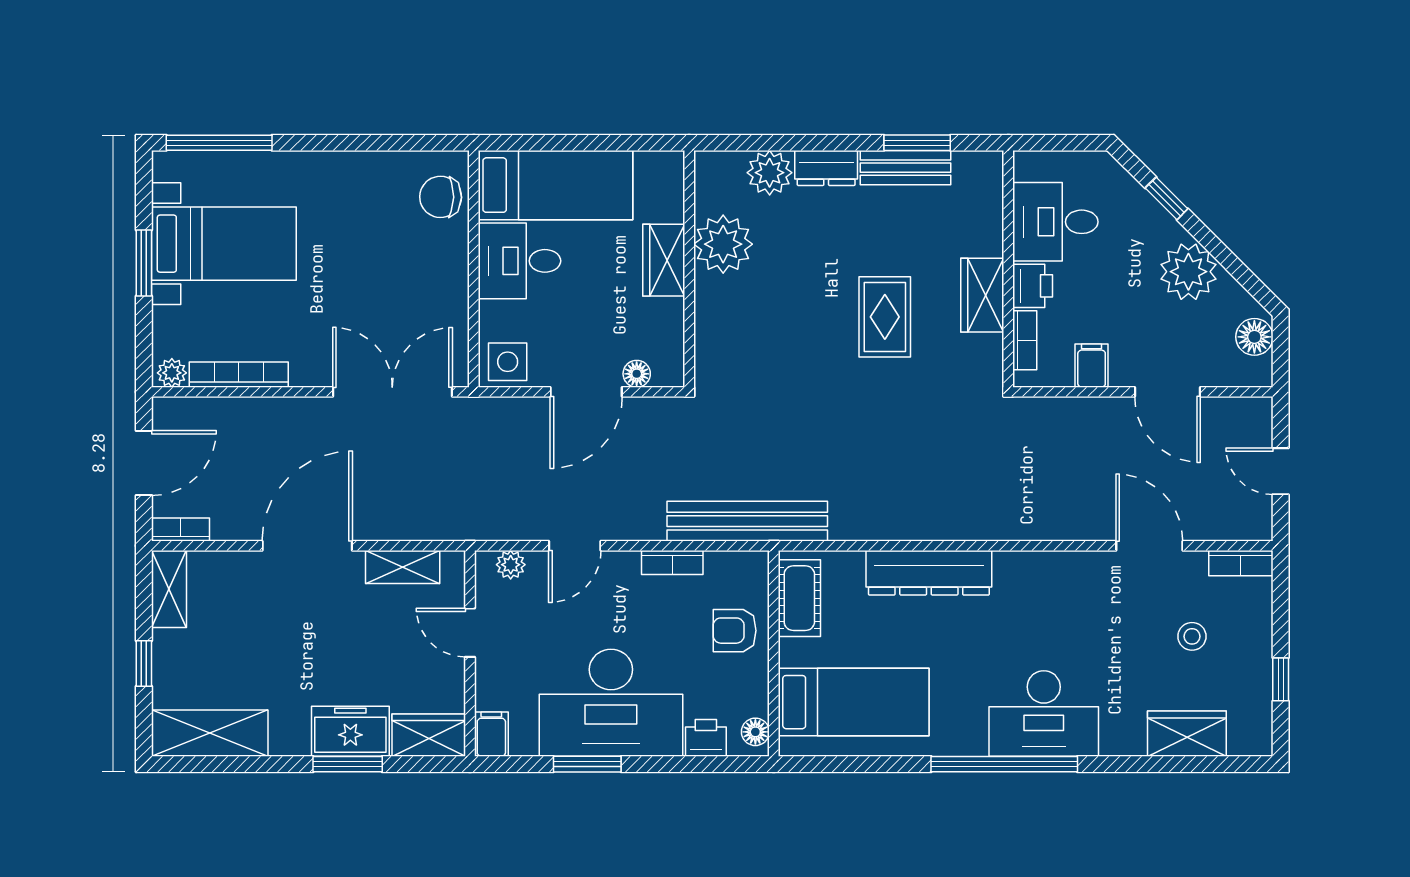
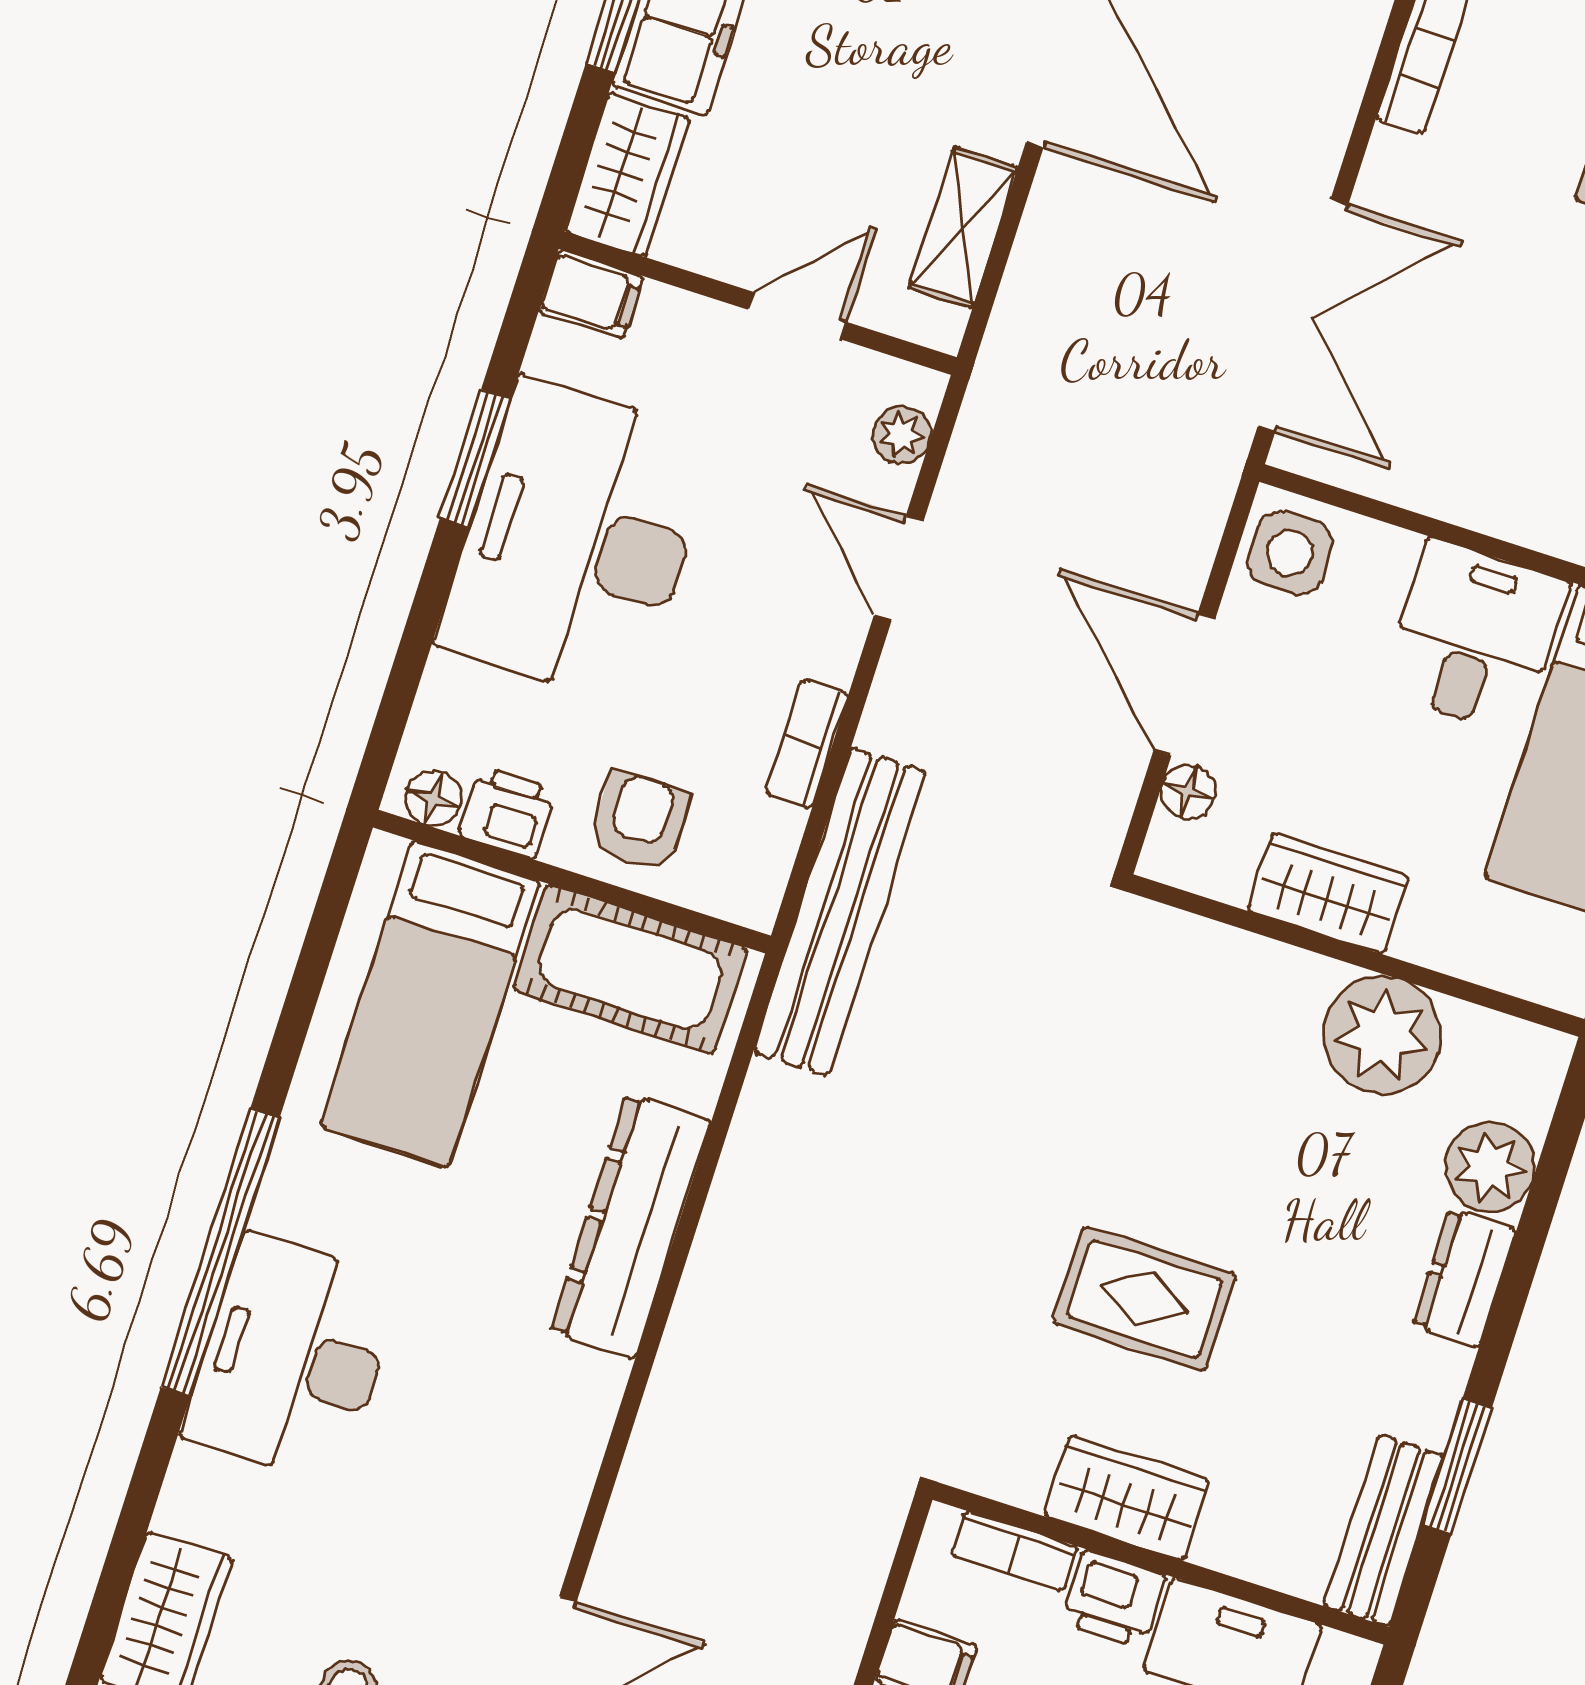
bench: (906, 168) -> (1384, 1531), moved
wardrobe: (664, 260) -> (1328, 893), moved
cot: (799, 598) -> (630, 969), width x1.37, depth x1.34
printer: (706, 738) -> (507, 812), moved, turned -90

